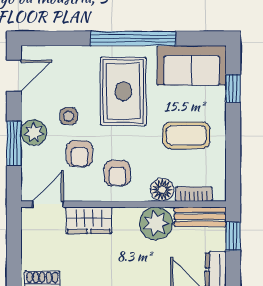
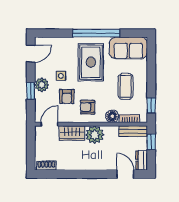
window: (233, 88) -> (151, 105), moved
coffee table: (186, 135) -> (126, 86), turned 90
window: (14, 143) -> (31, 91), width x0.67
armchair: (117, 173) -> (88, 107), turned 90
plant: (156, 223) -> (95, 135), moved

